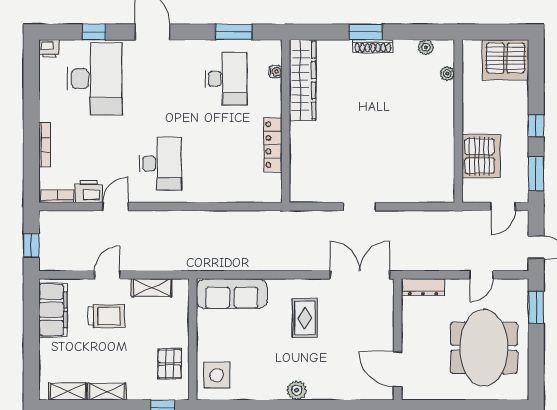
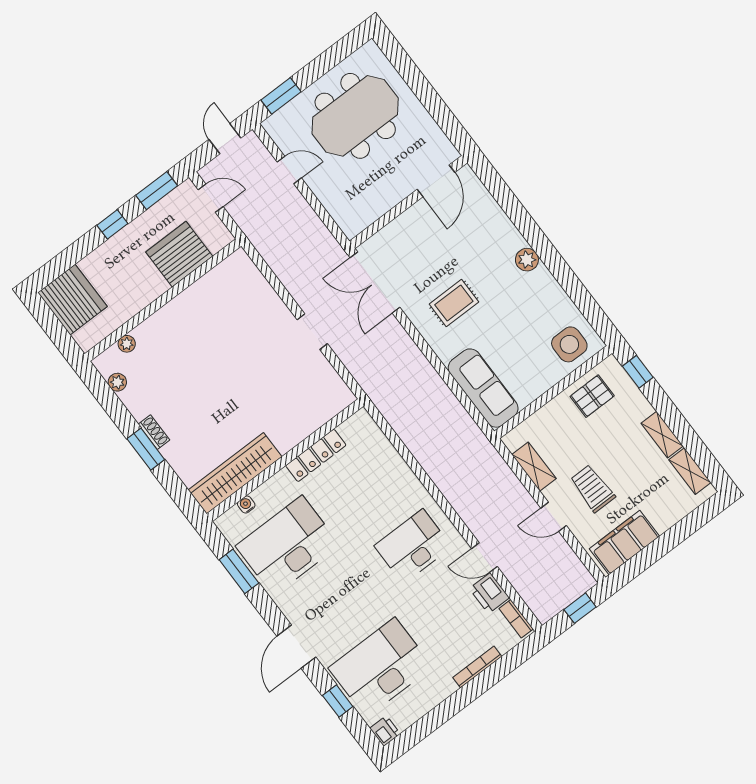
shoe rack: (373, 46) -> (154, 432), width x0.70
desk: (226, 79) -> (288, 545), width x1.36, depth x1.30
dresser: (423, 287) -> (342, 215), removed

